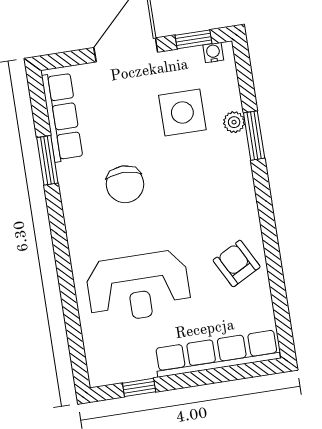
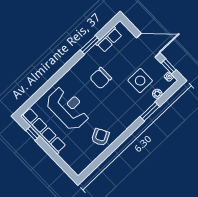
row of seats: (62, 117) -> (109, 39), width x0.68
plant: (234, 122) -> (157, 94), moved
reception desk: (138, 287) -> (68, 108), turned 180
row of seats: (217, 354) -> (43, 131), moved

